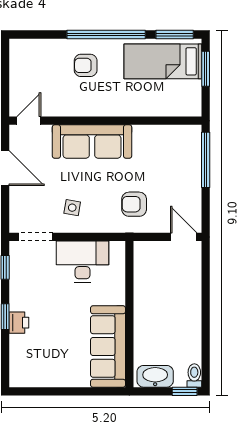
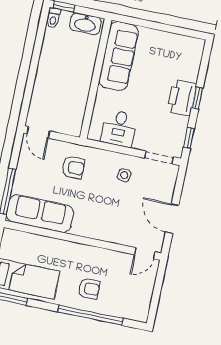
window: (106, 34) -> (90, 315), moved
sofa: (92, 142) -> (40, 214), moved
desk: (83, 262) -> (119, 128), width x0.73
printer: (19, 323) -> (182, 98), width x1.87, depth x1.48

